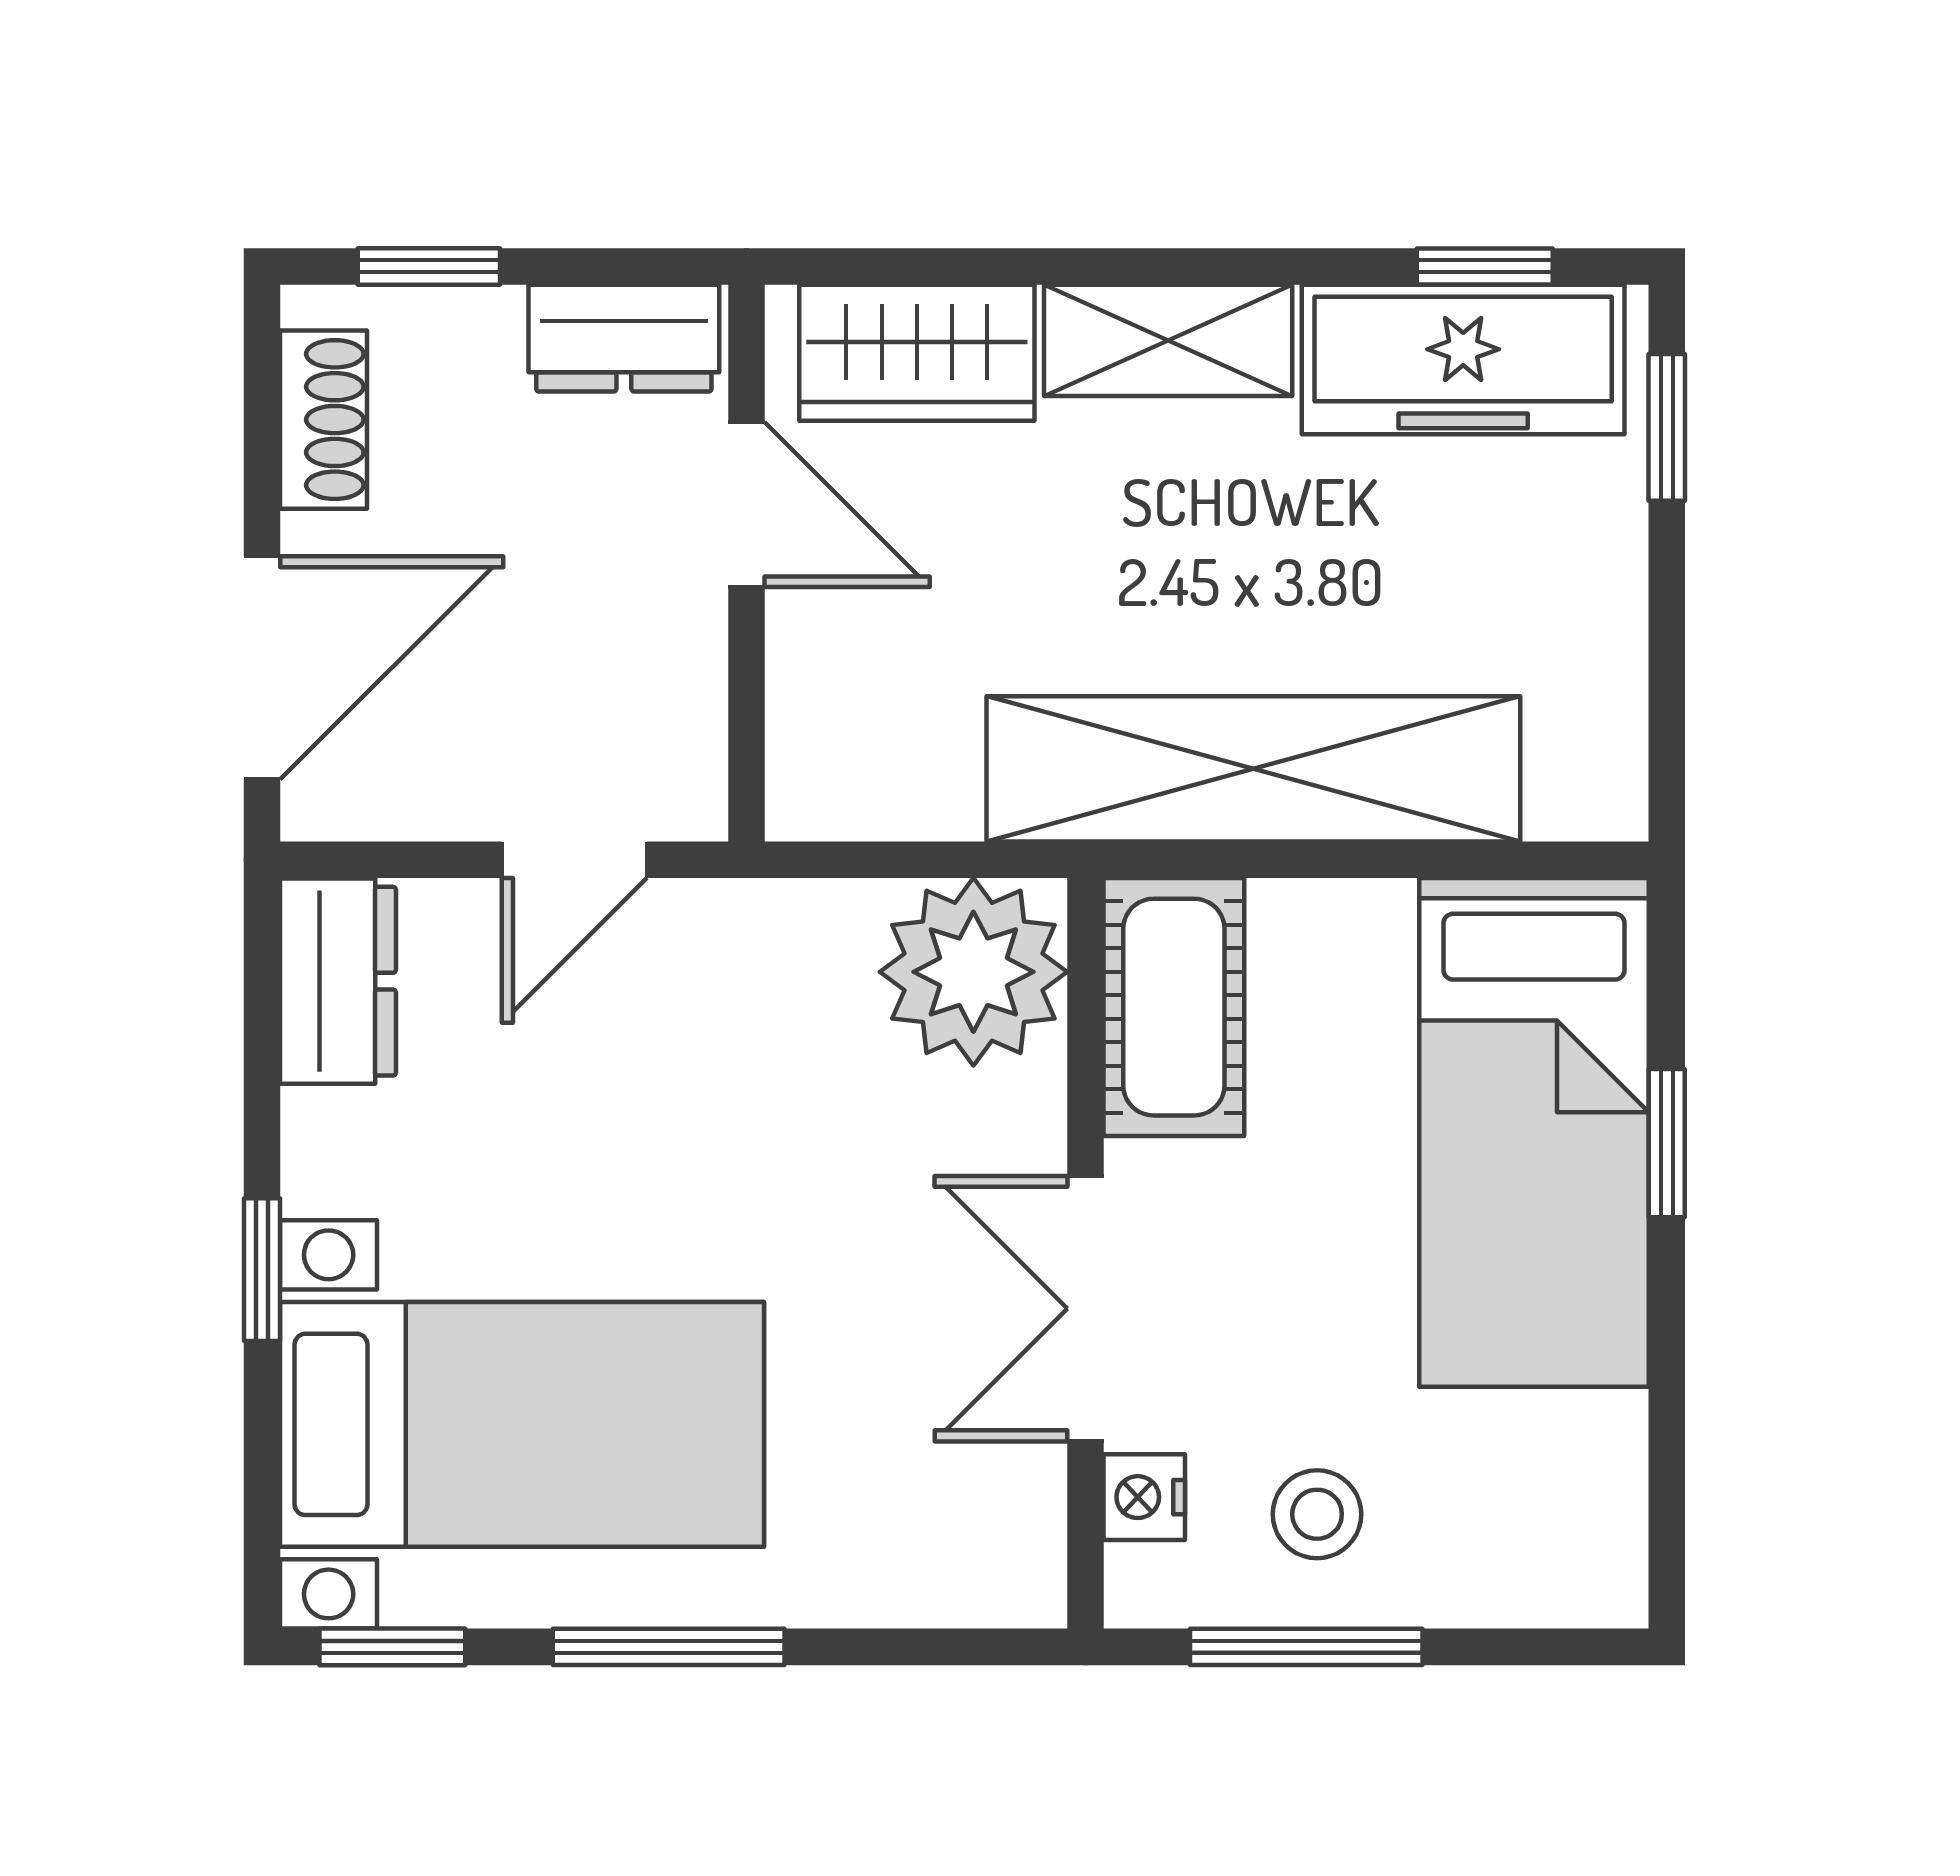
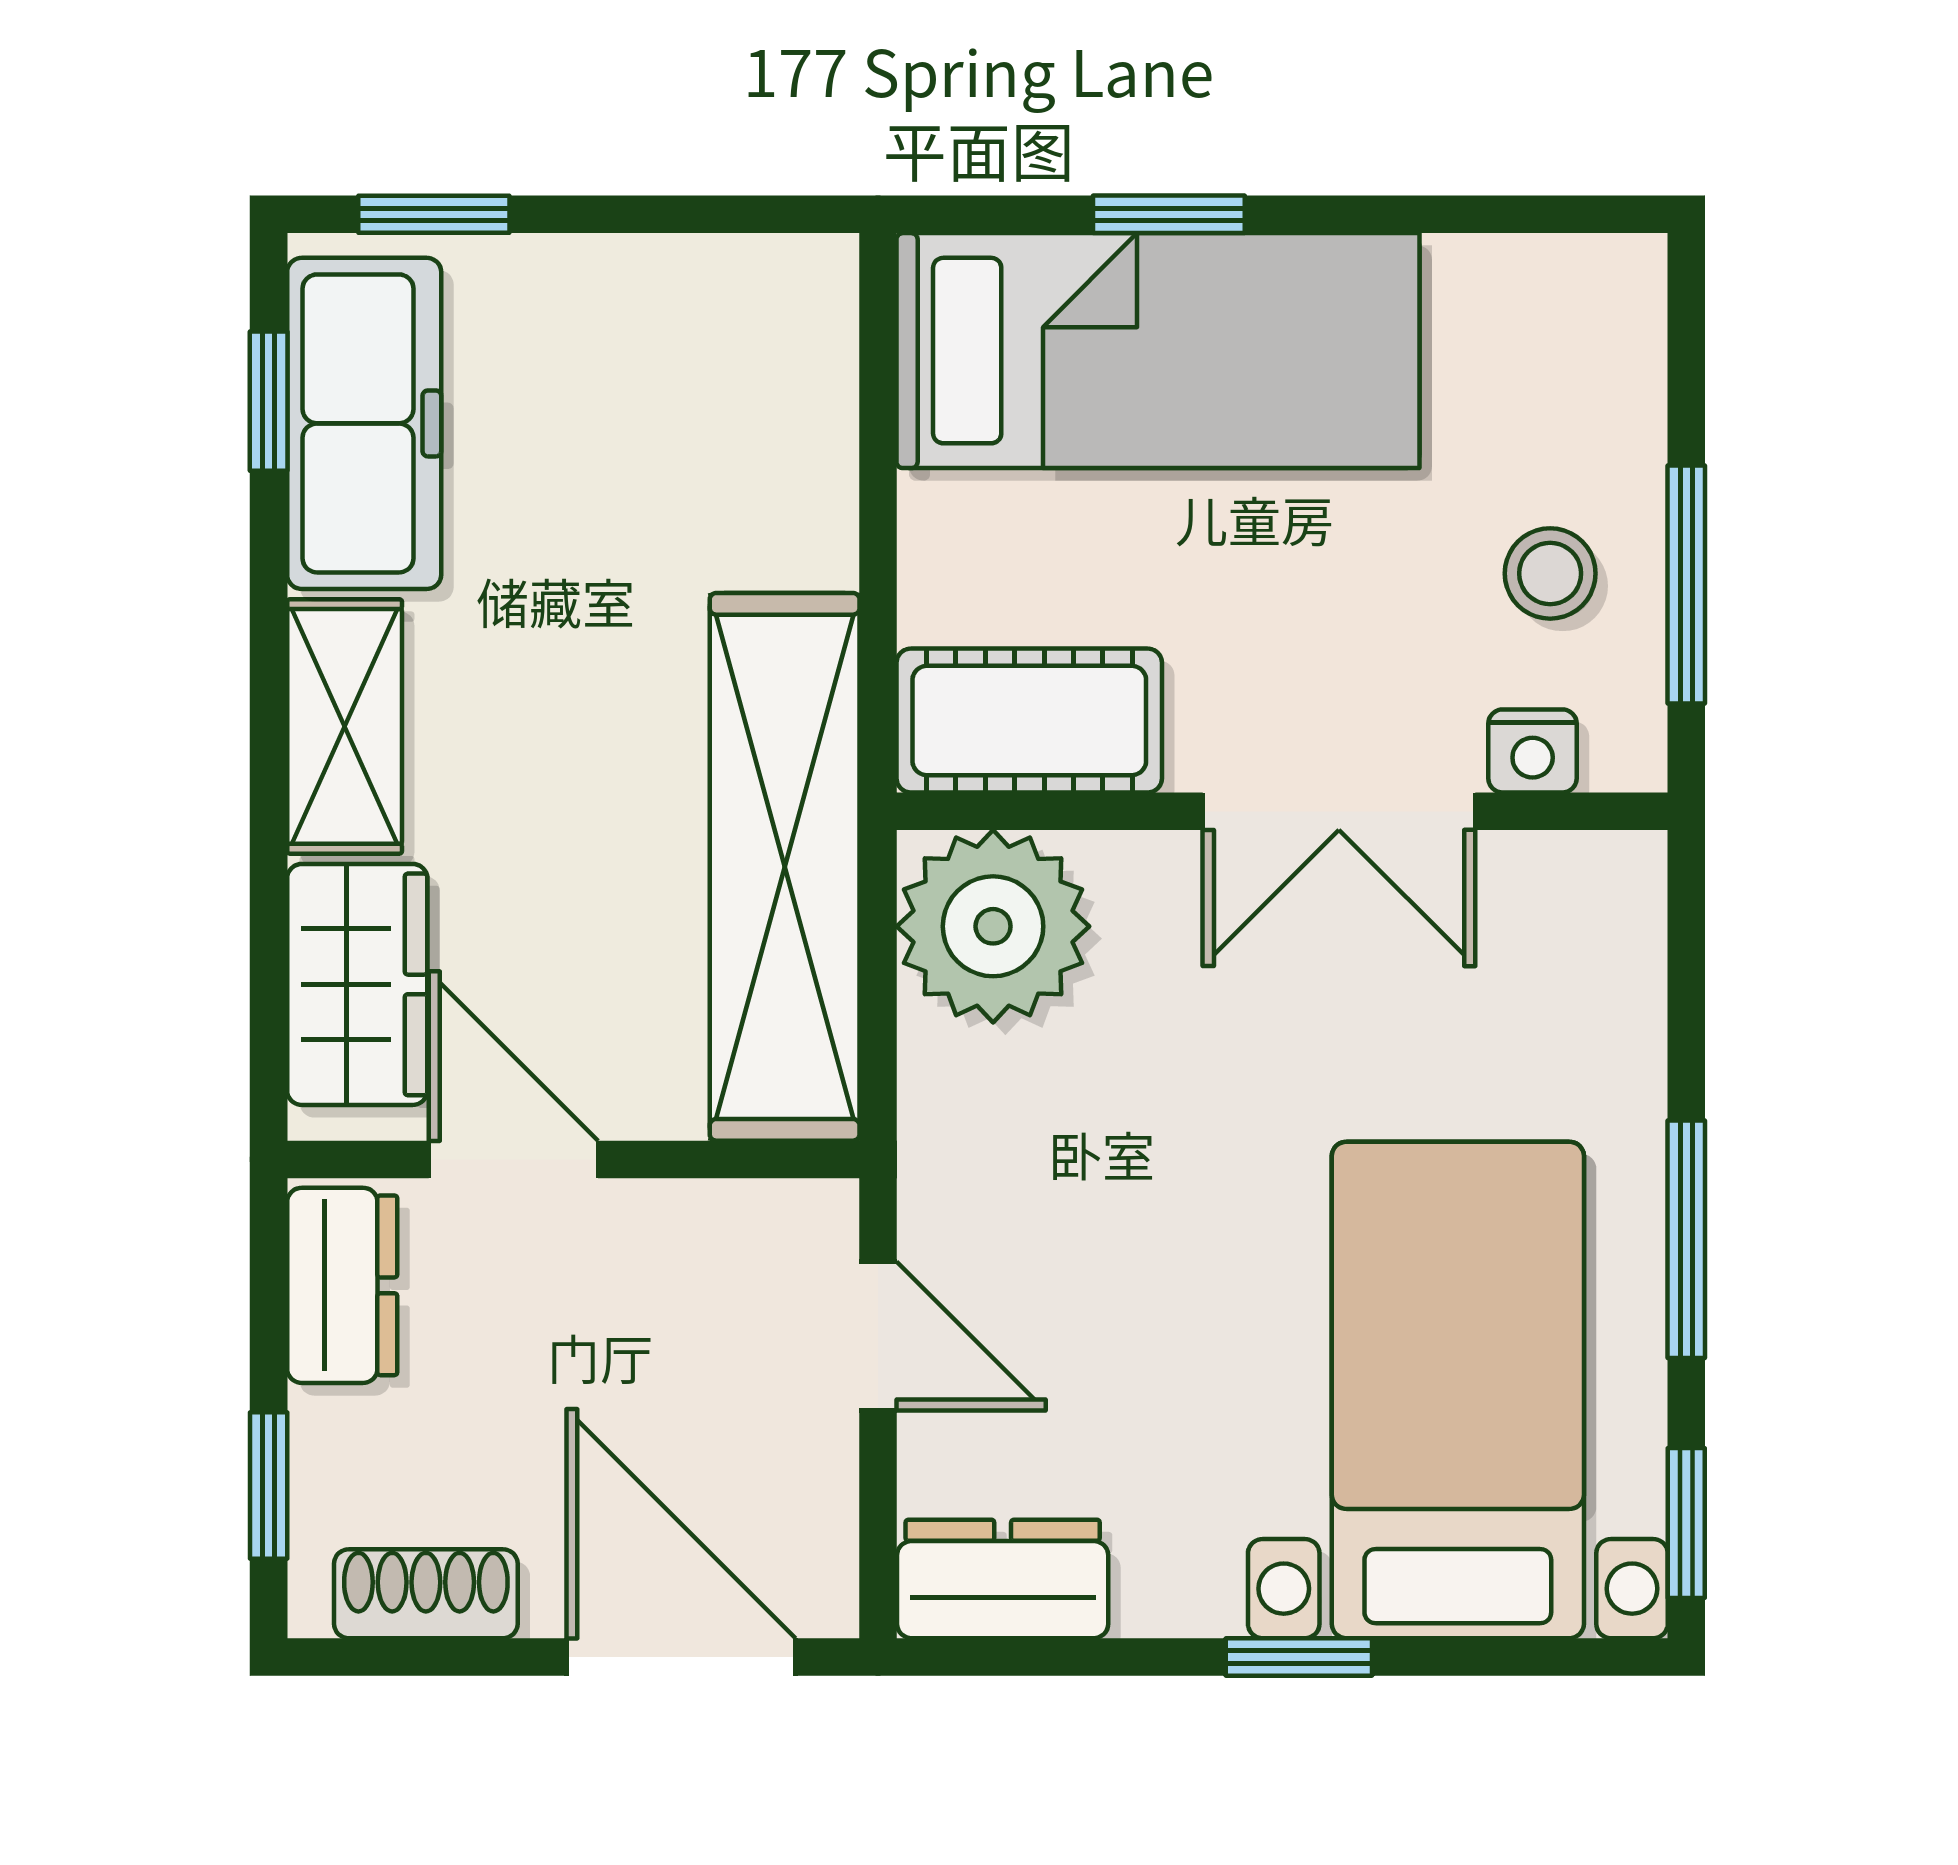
door: (746, 505) -> (513, 1159), hinge flipped
shelving: (1253, 769) -> (785, 867), moved

